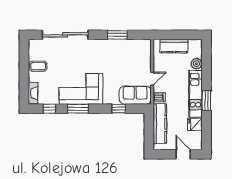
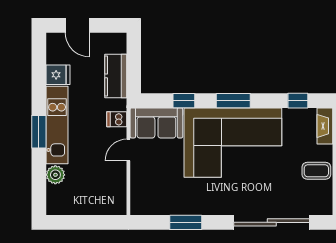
kitchen counter: (174, 46) -> (92, 204), removed
corner sofa: (81, 89) -> (233, 143), width x1.36, depth x1.36
window: (206, 101) -> (39, 132), moved
window: (78, 109) -> (233, 101), moved
kitchen counter: (160, 124) -> (116, 76), width x0.67

